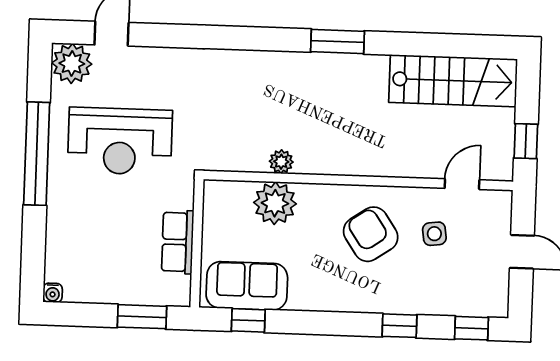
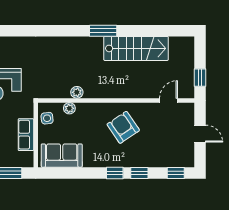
stairs: (453, 81) -> (136, 48), moved
plant: (275, 203) -> (69, 108), width x0.53, depth x0.53
side table: (434, 234) -> (47, 118), moved
window: (248, 320) -> (115, 173), moved

